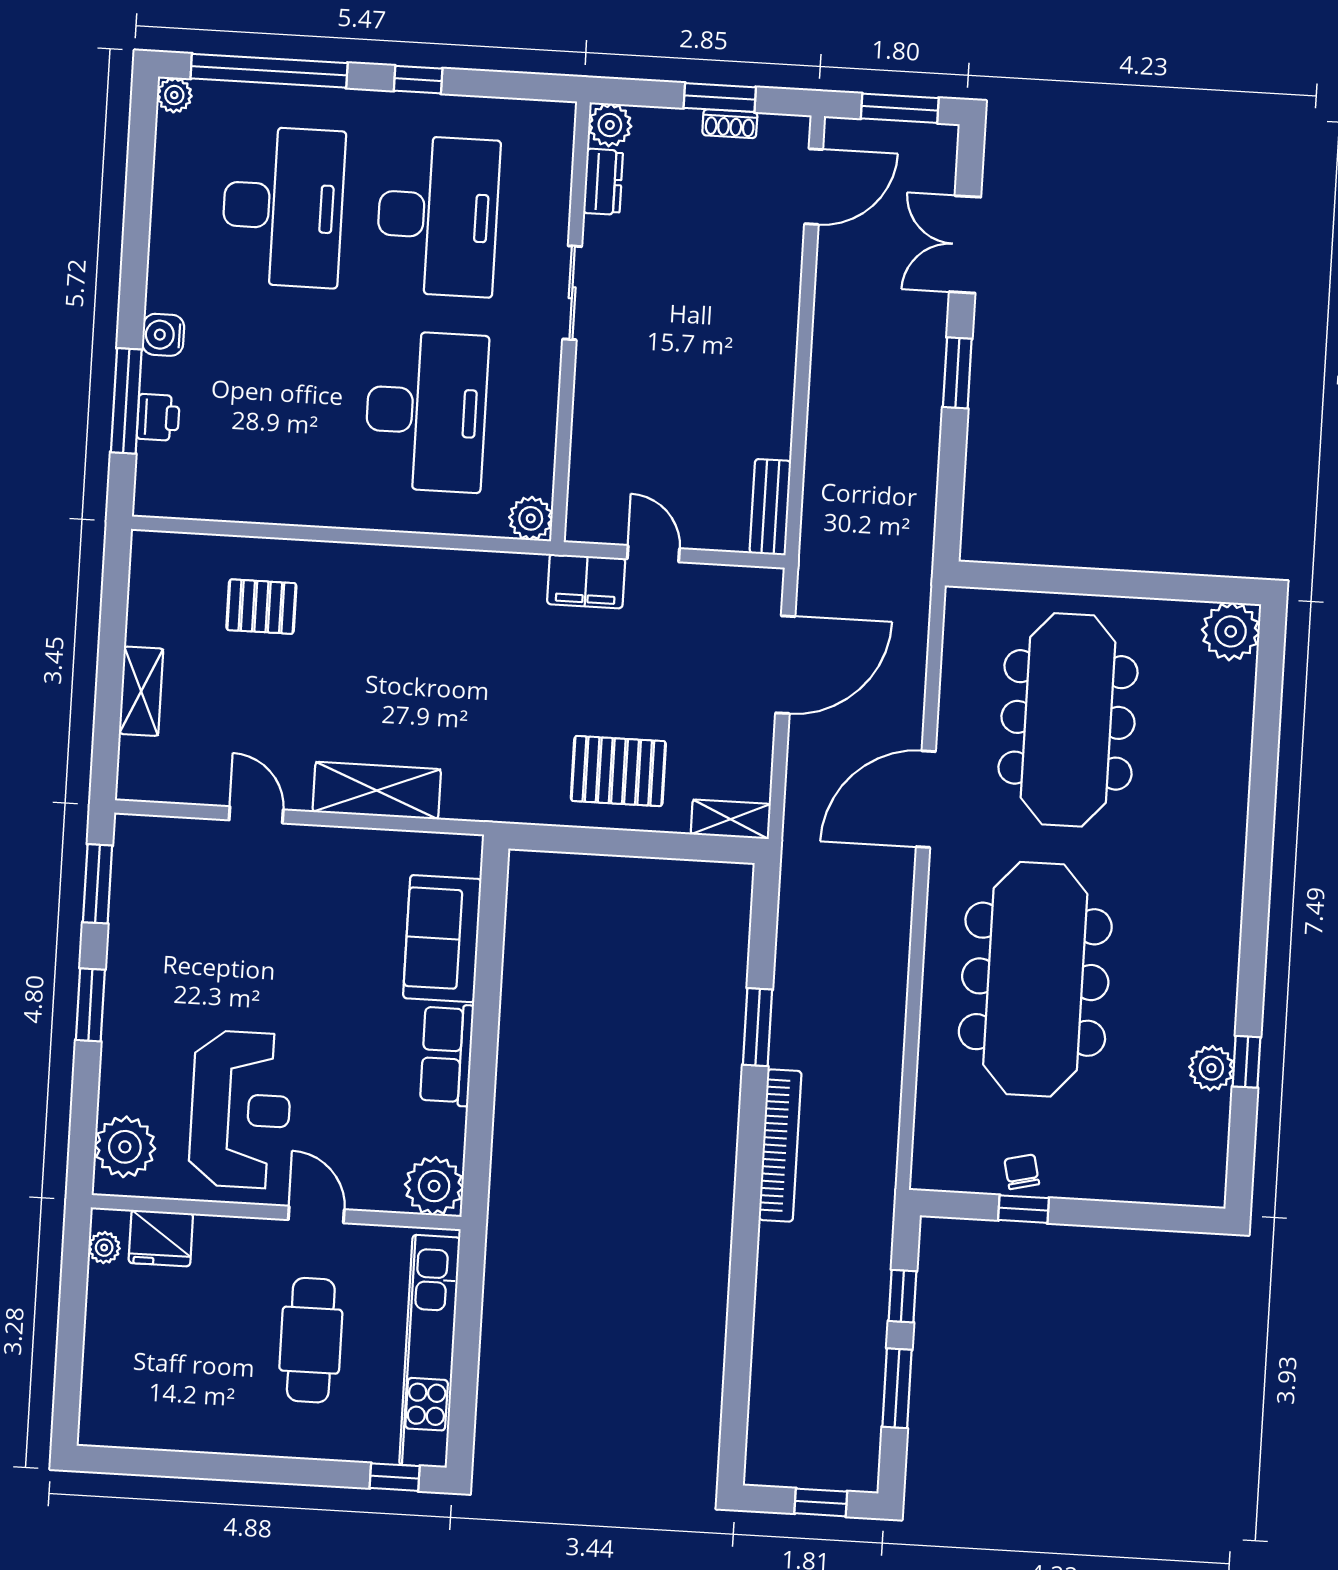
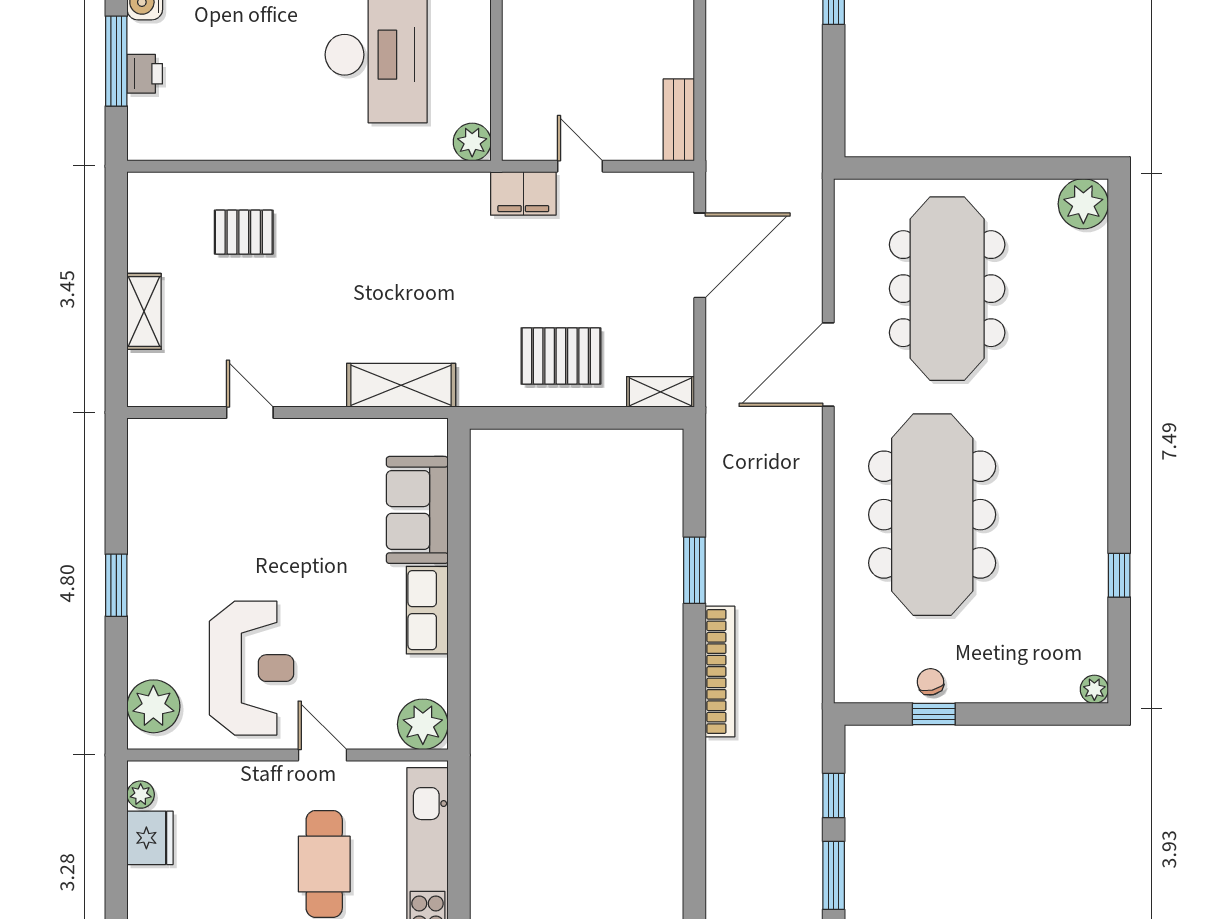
shelving: (377, 791) -> (401, 385), moved
window: (98, 884) -> (116, 480), removed
plant: (1211, 1068) -> (1094, 689), moved, width x0.73, depth x0.73
fridge: (161, 1238) -> (150, 838), moved, turned -90

